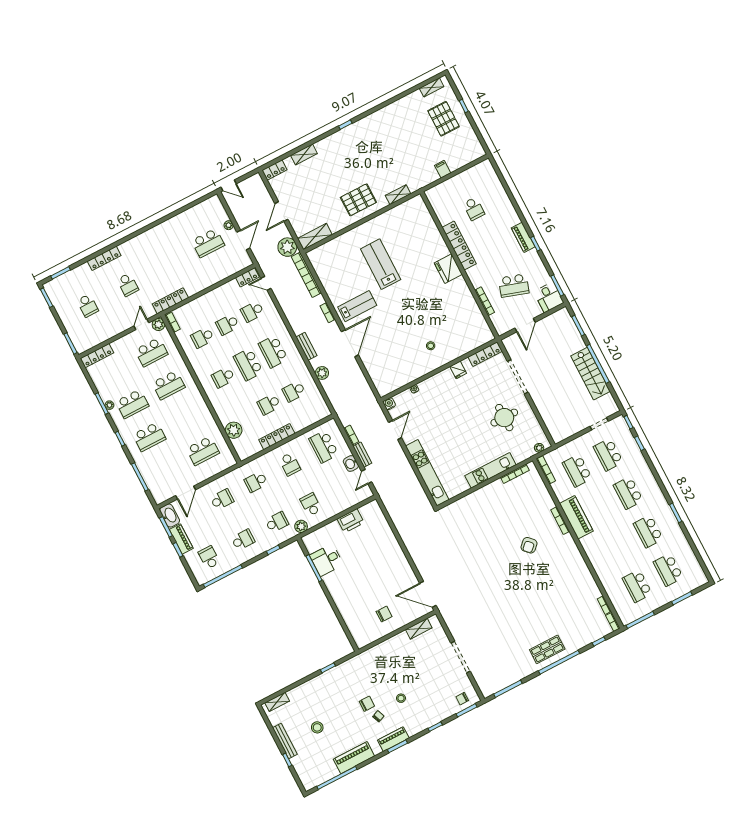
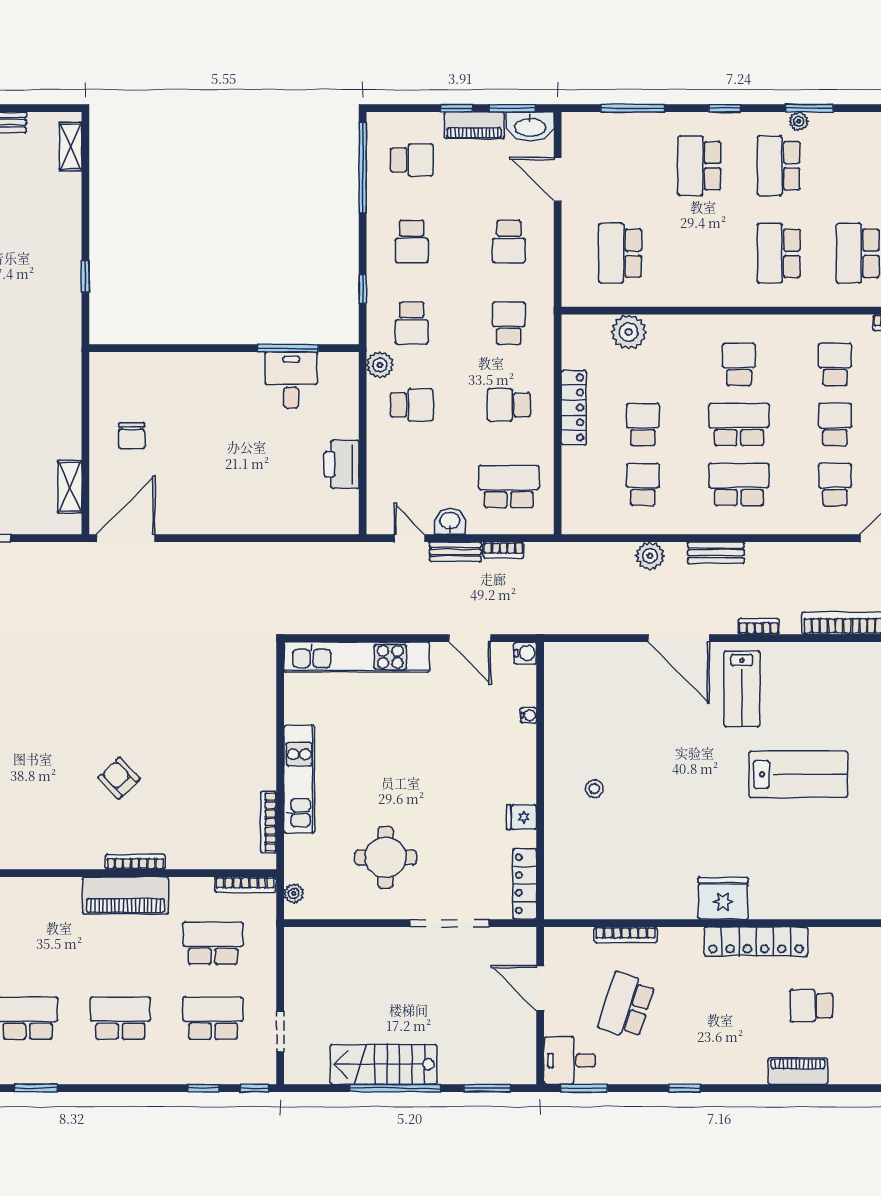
piano: (523, 237) -> (798, 1071), moved

